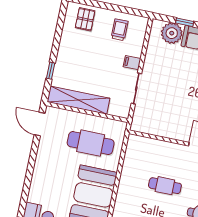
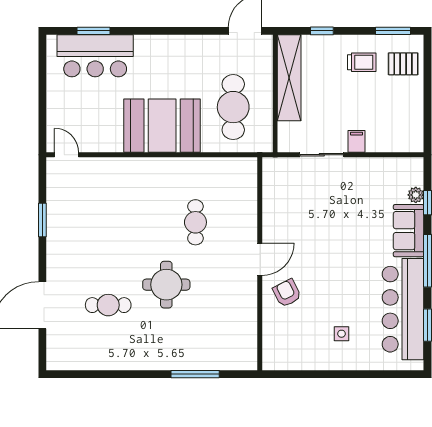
window: (61, 21) -> (393, 31), added
trolley: (120, 30) -> (362, 62), moved
plant: (172, 33) -> (416, 195), width x0.53, depth x0.53

